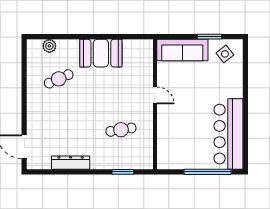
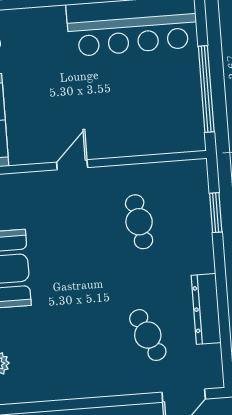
cafe table: (59, 79) -> (148, 335), moved
window: (208, 172) -> (206, 89), moved

